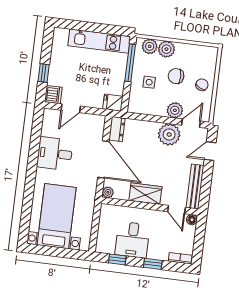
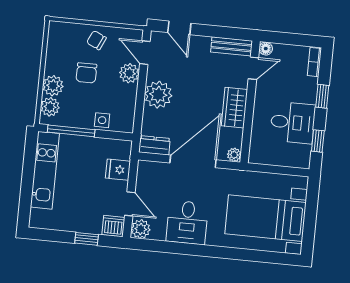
side table: (149, 82) -> (102, 120), moved
fridge: (113, 103) -> (118, 170), moved, turned 90
plant: (50, 116) -> (141, 229), added
plant: (169, 135) -> (158, 95), moved
bench: (195, 187) -> (232, 46), width x0.73

